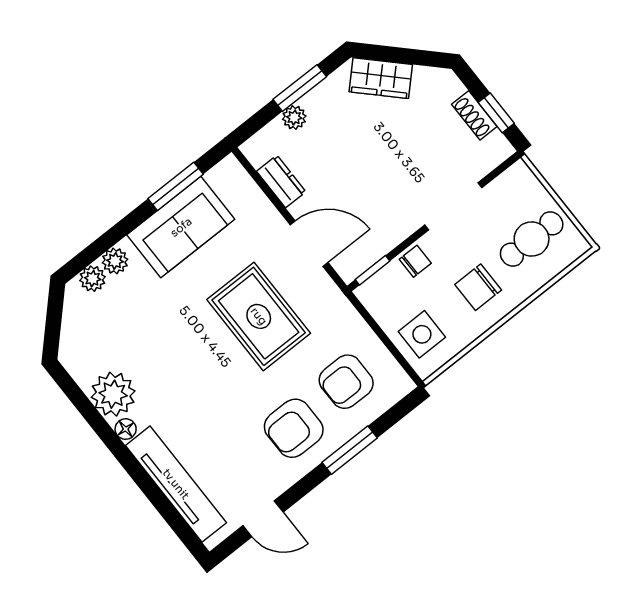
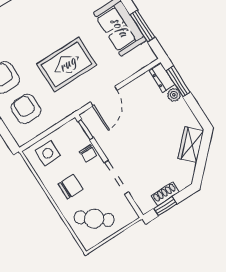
window: (300, 88) -> (178, 81), moved
dresser: (281, 181) -> (162, 78), moved, turned 90
cafe table: (532, 239) -> (94, 219), turned -52
chair: (478, 287) -> (71, 187), turned 90

